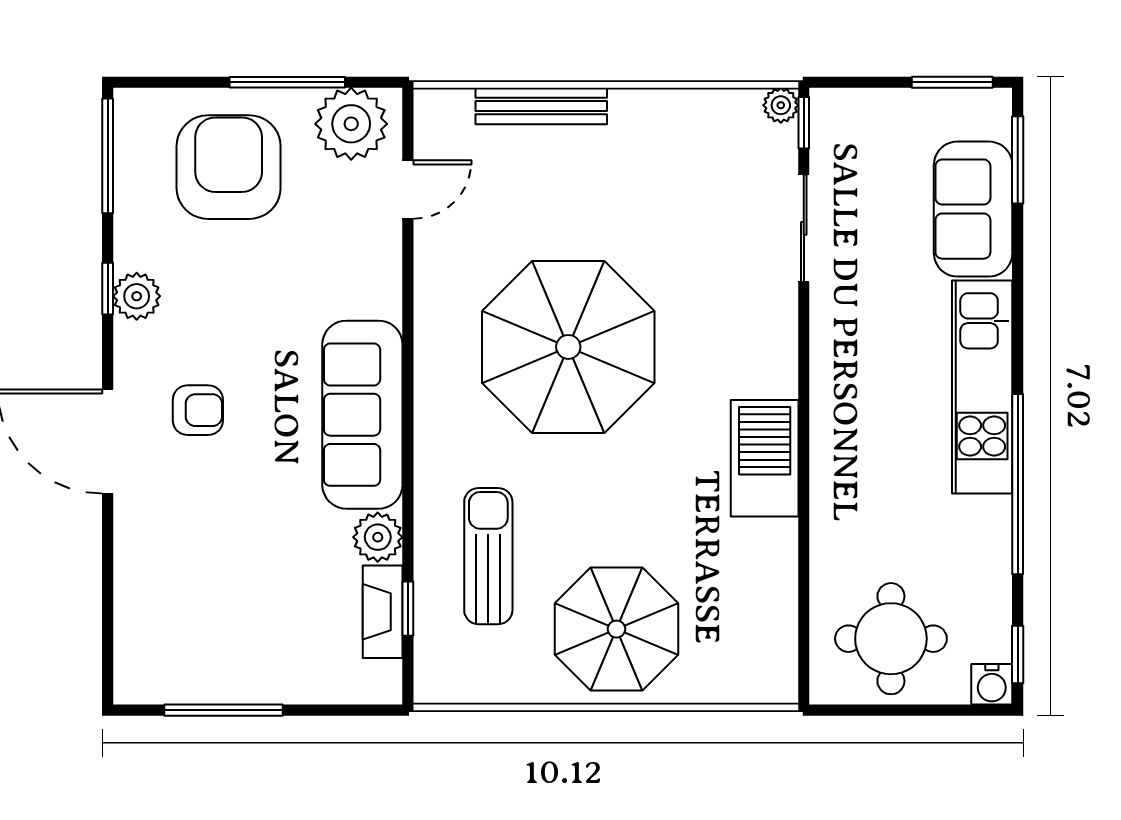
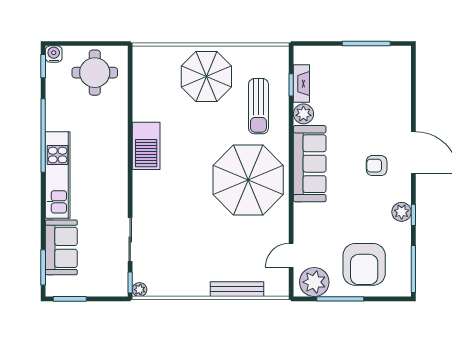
parasol: (568, 347) -> (248, 180), moved

